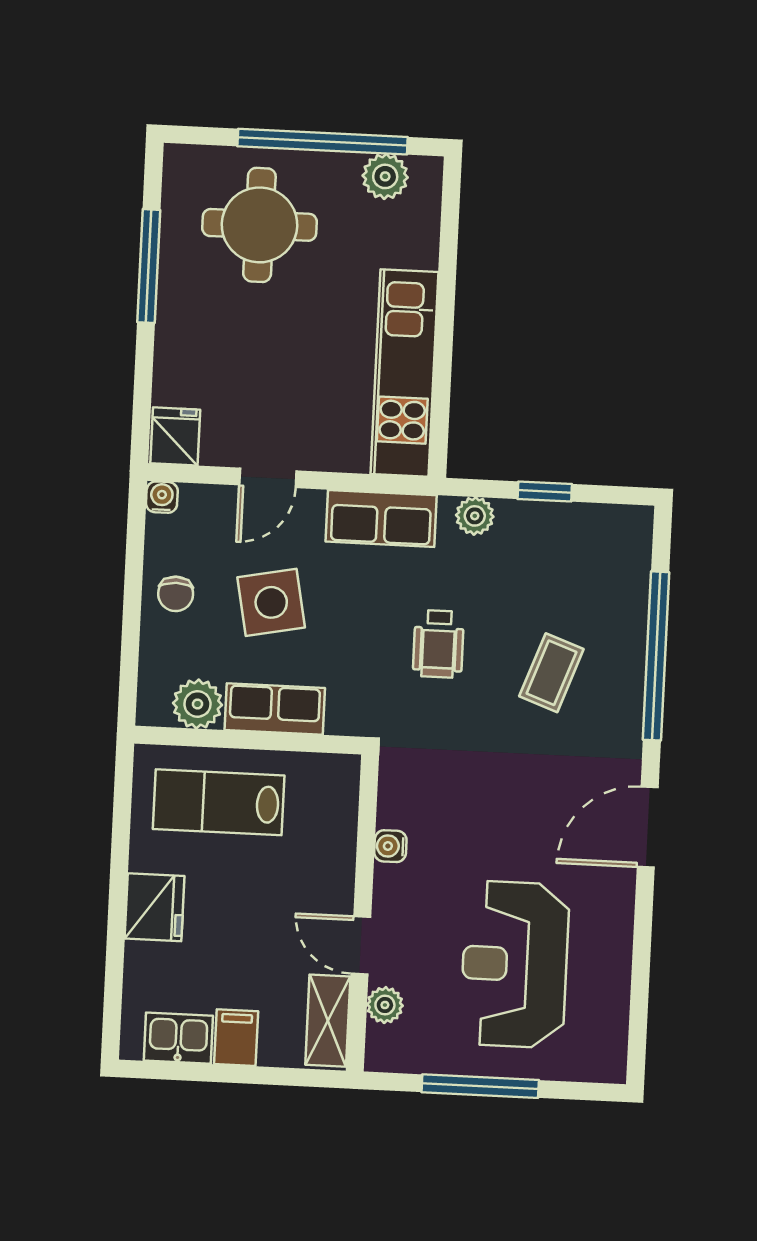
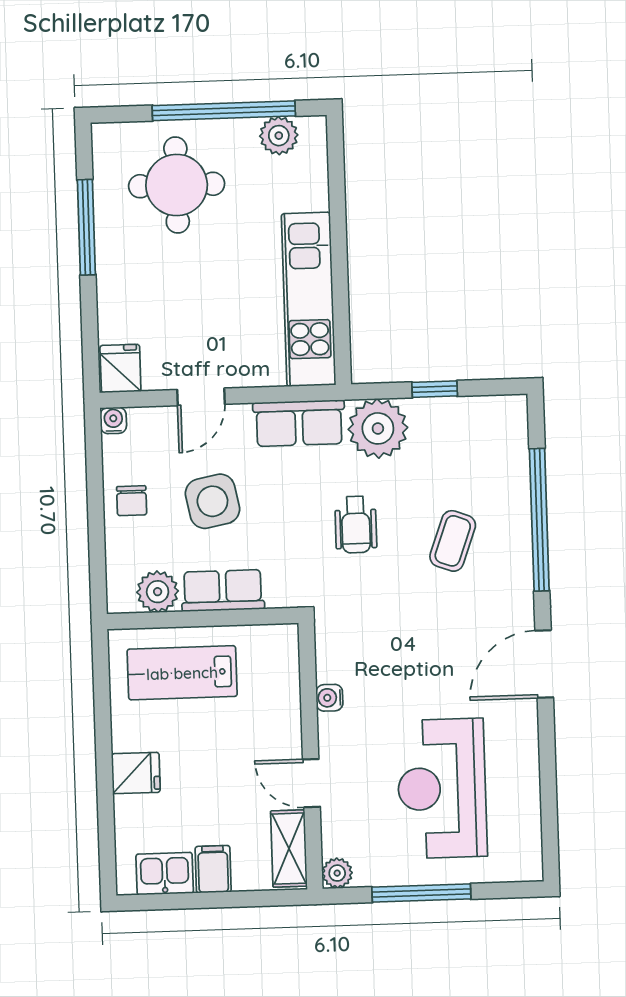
plant: (475, 516) -> (378, 428), width x1.88, depth x1.88
fridge: (155, 907) -> (136, 773), width x0.72
plant: (385, 1005) -> (337, 873), moved

